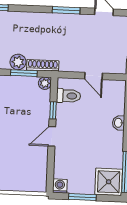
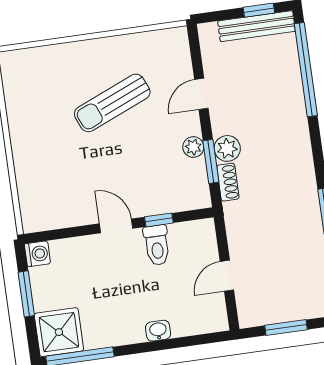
shoe rack: (43, 65) -> (228, 182), width x0.70
plant: (45, 83) -> (193, 147), moved
toilet: (68, 96) -> (157, 245), moved

